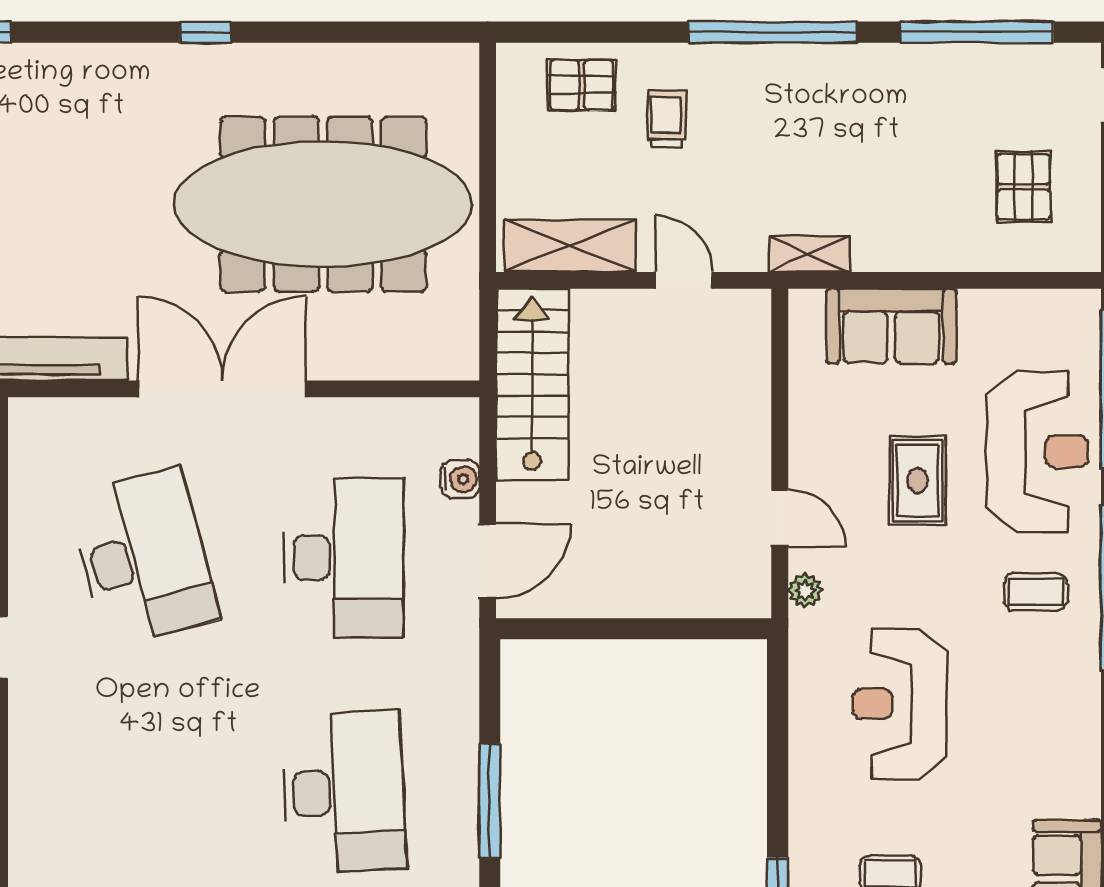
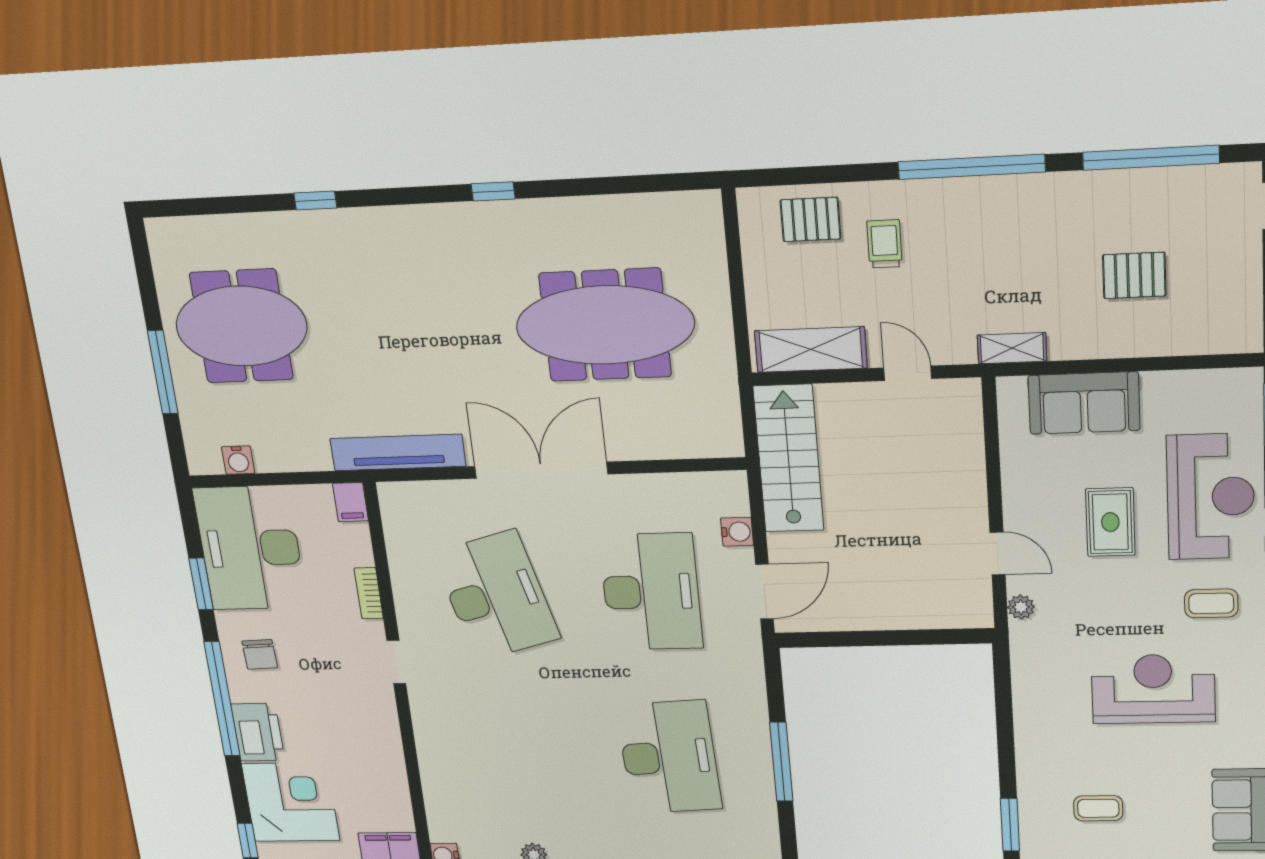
pallet: (1023, 187) -> (1134, 275), moved, turned 90
meeting table: (323, 204) -> (605, 325), width x0.73, depth x0.79
reception desk: (900, 704) -> (1153, 689), moved, turned 90

